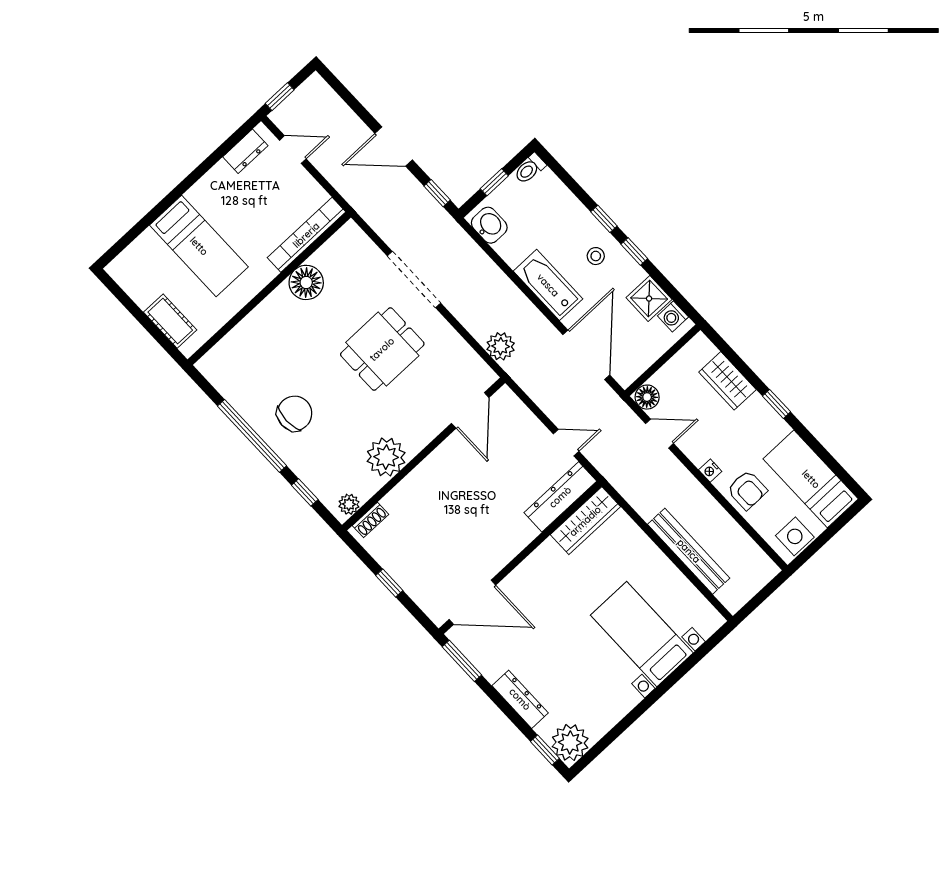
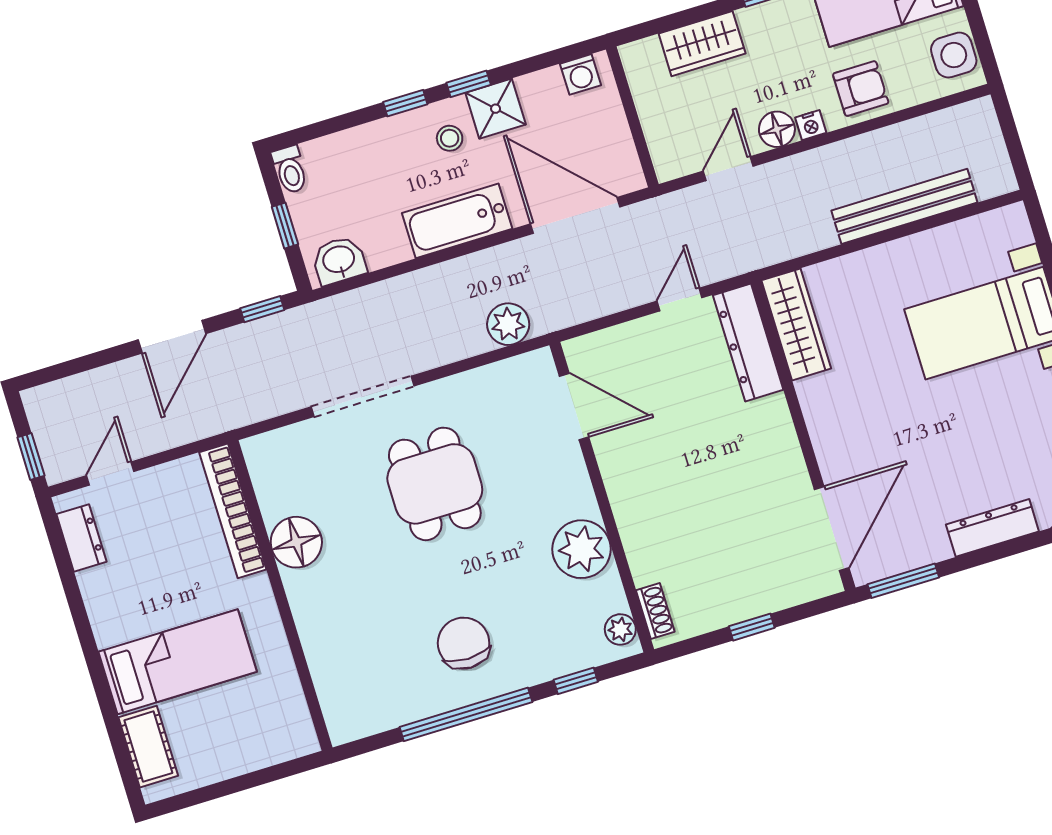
shower: (649, 298) -> (496, 109), moved
cot: (170, 321) -> (148, 747), moved, turned 90
floor lamp: (647, 397) -> (777, 129), moved

